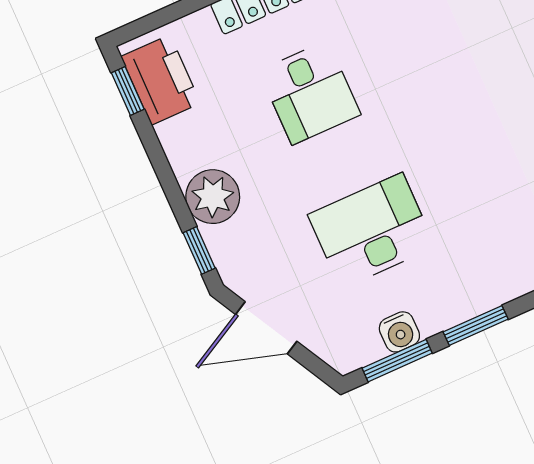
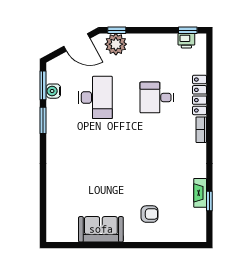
printer: (161, 80) -> (186, 41), width x0.53, depth x0.68
plant: (213, 197) -> (116, 44), moved
door: (266, 328) -> (77, 42), swing flipped

